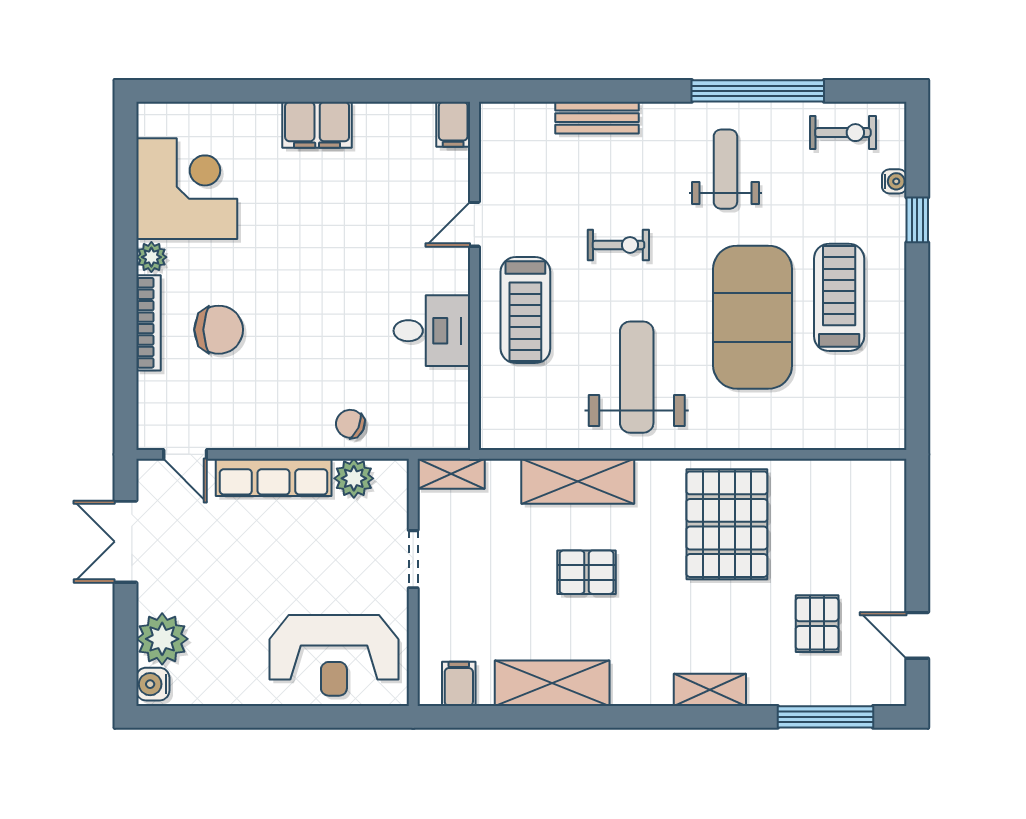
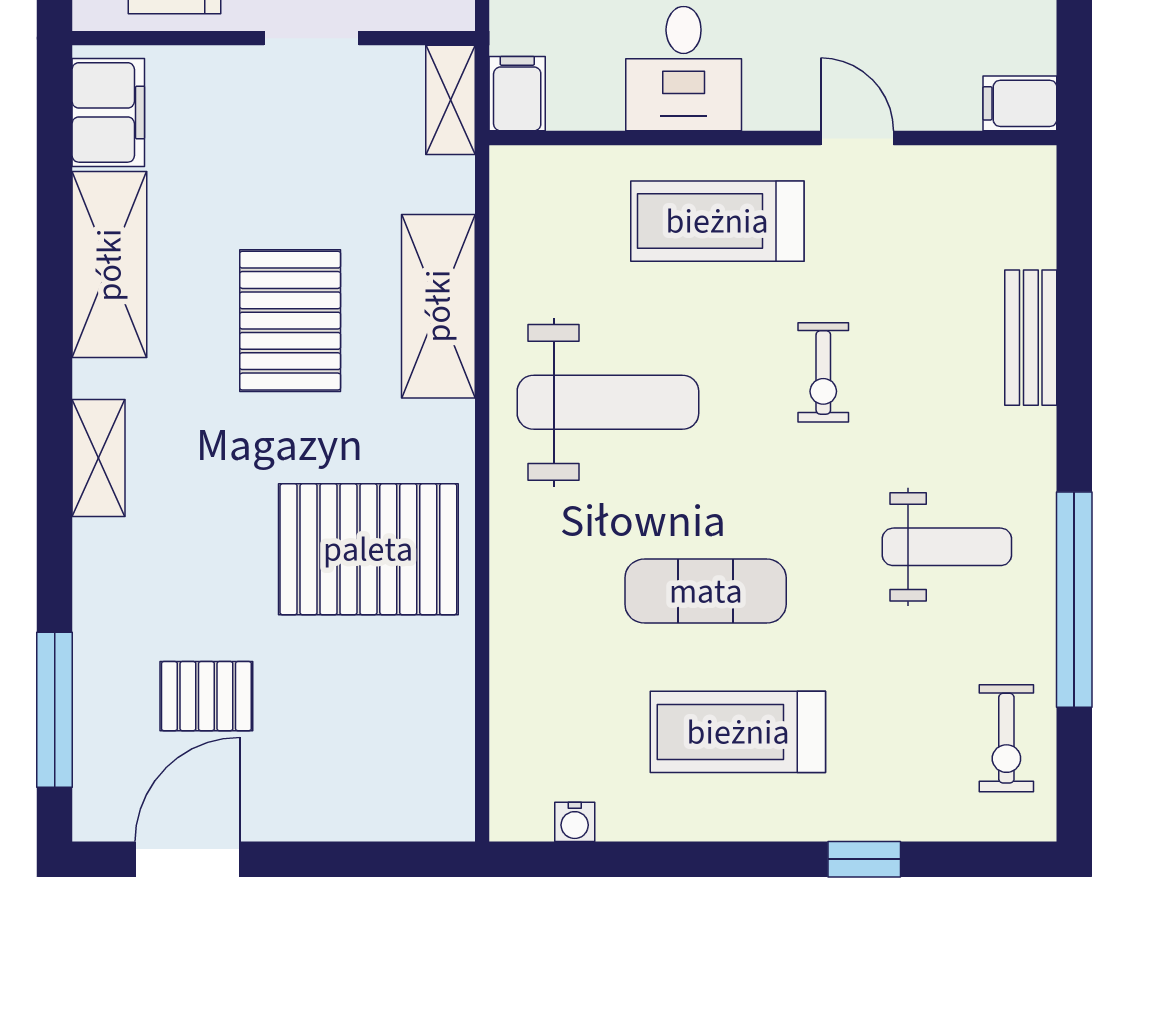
water cooler: (894, 181) -> (575, 822), moved
treadmill: (839, 297) -> (738, 732), turned 180
exercise mat: (753, 317) -> (706, 591), width x0.50, depth x0.69
filing cabinet: (447, 433) -> (517, 94), added
pallet: (587, 572) -> (290, 321), width x1.50, depth x1.42
door: (917, 635) -> (187, 859), width x1.38
filing cabinet: (459, 684) -> (108, 112), width x2.00
shelving: (710, 690) -> (99, 458), moved

